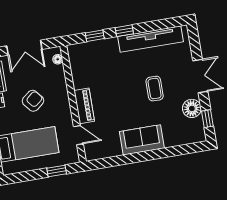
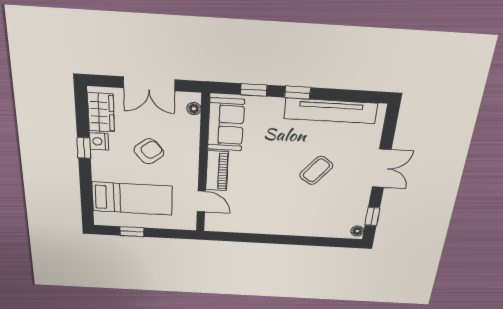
coffee table: (155, 89) -> (316, 170), turned 37
floor lamp: (192, 108) -> (357, 231), moved, width x0.53, depth x0.53
sofa: (142, 140) -> (226, 125), moved, turned 90
window: (57, 171) -> (132, 232), moved

